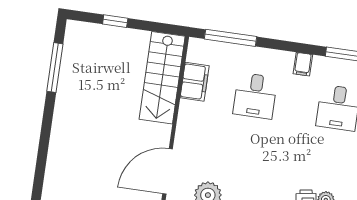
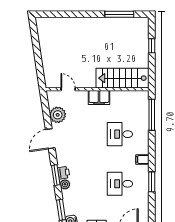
filing cabinet: (195, 82) -> (99, 97), moved
door: (168, 171) -> (68, 89), width x0.53

